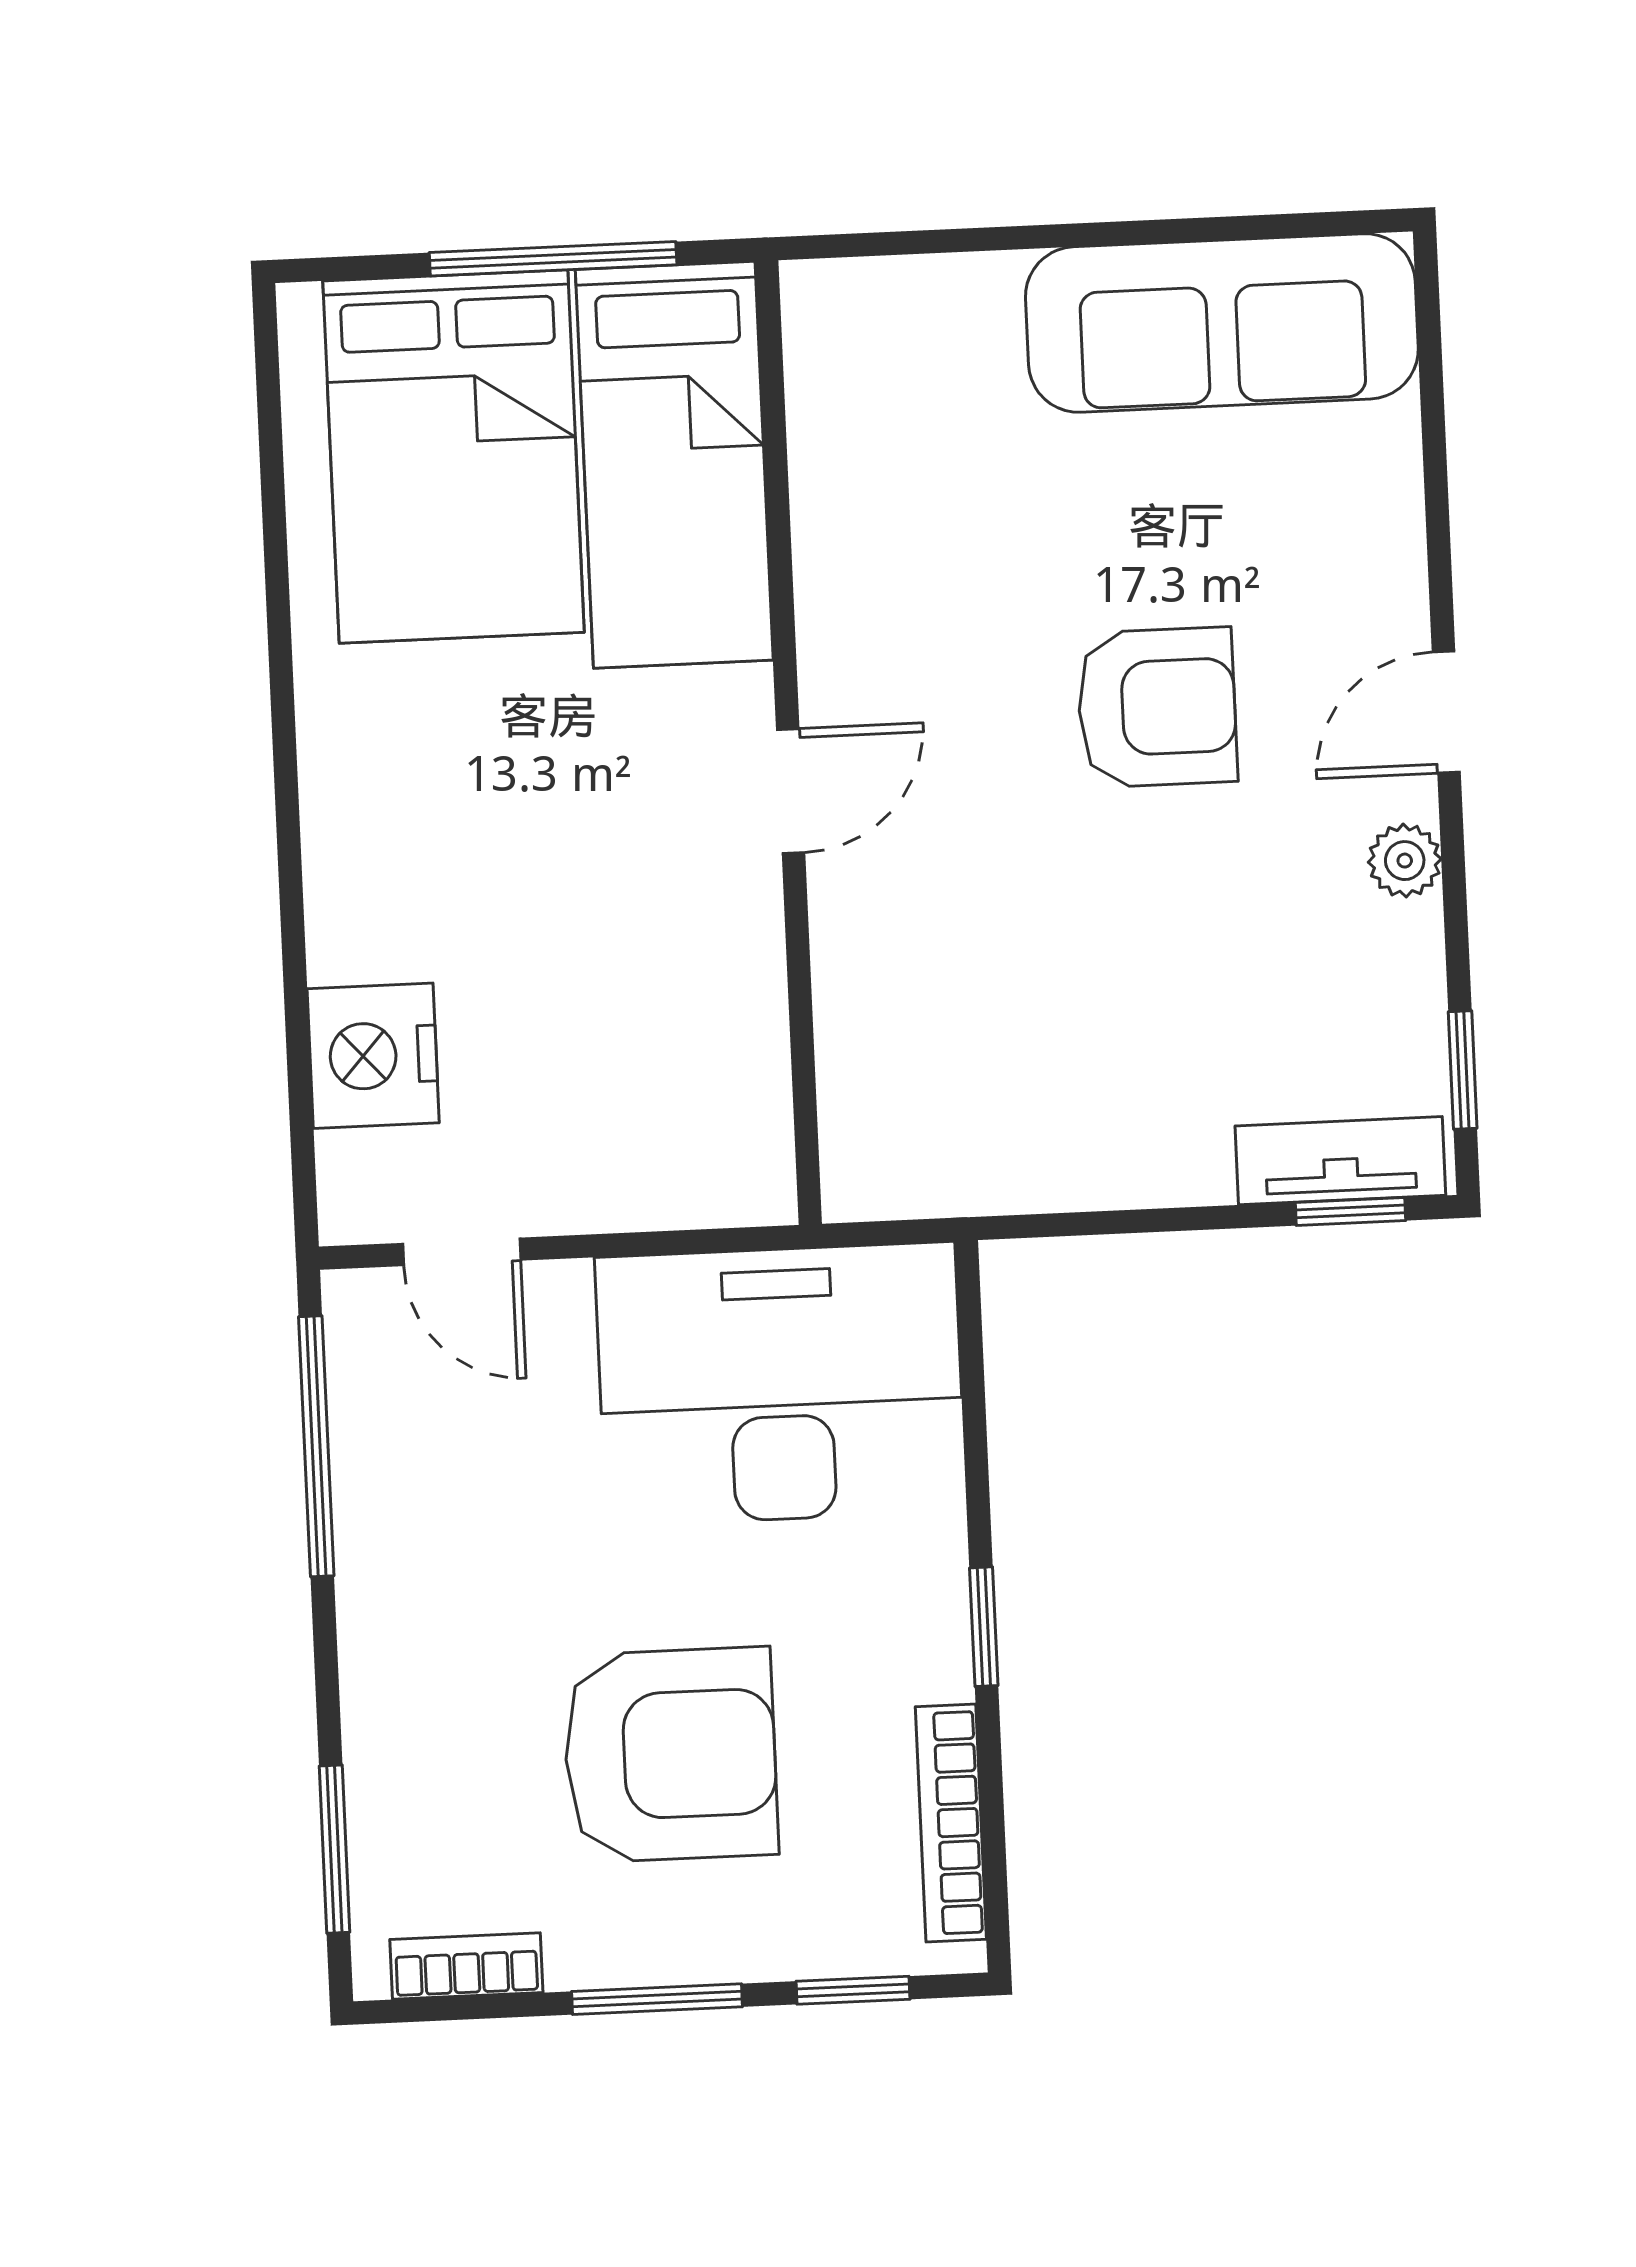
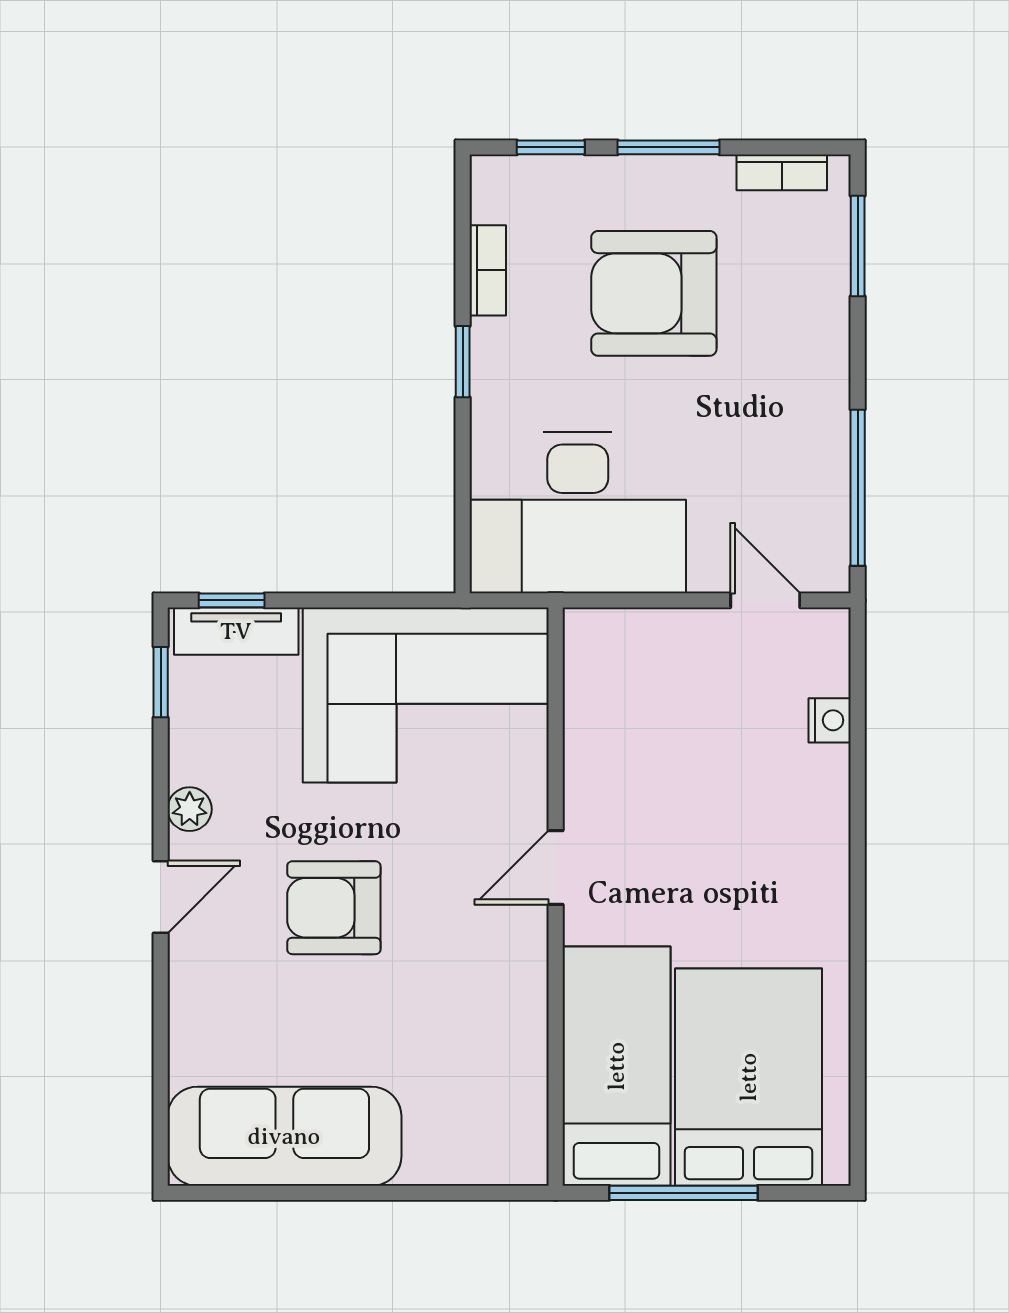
nightstand: (373, 1056) -> (830, 720), width x0.53, depth x0.56
corner sofa: (1020, 1069) -> (426, 695), added
bookcase: (951, 1823) -> (488, 270), width x0.64

